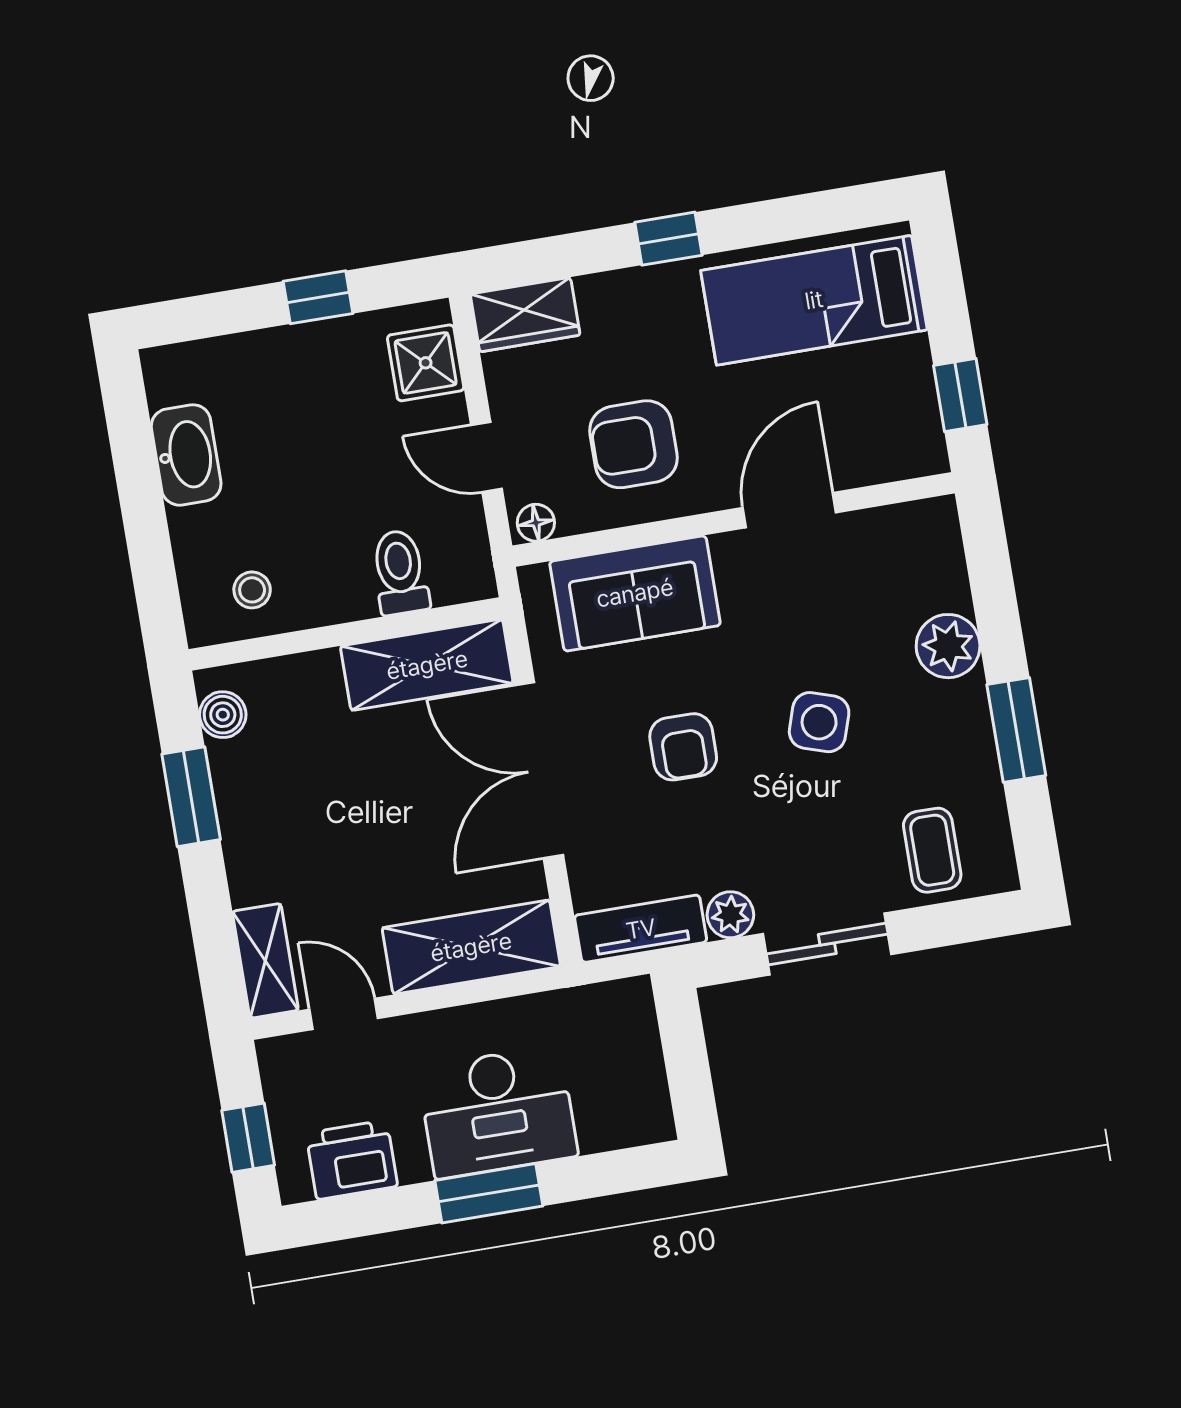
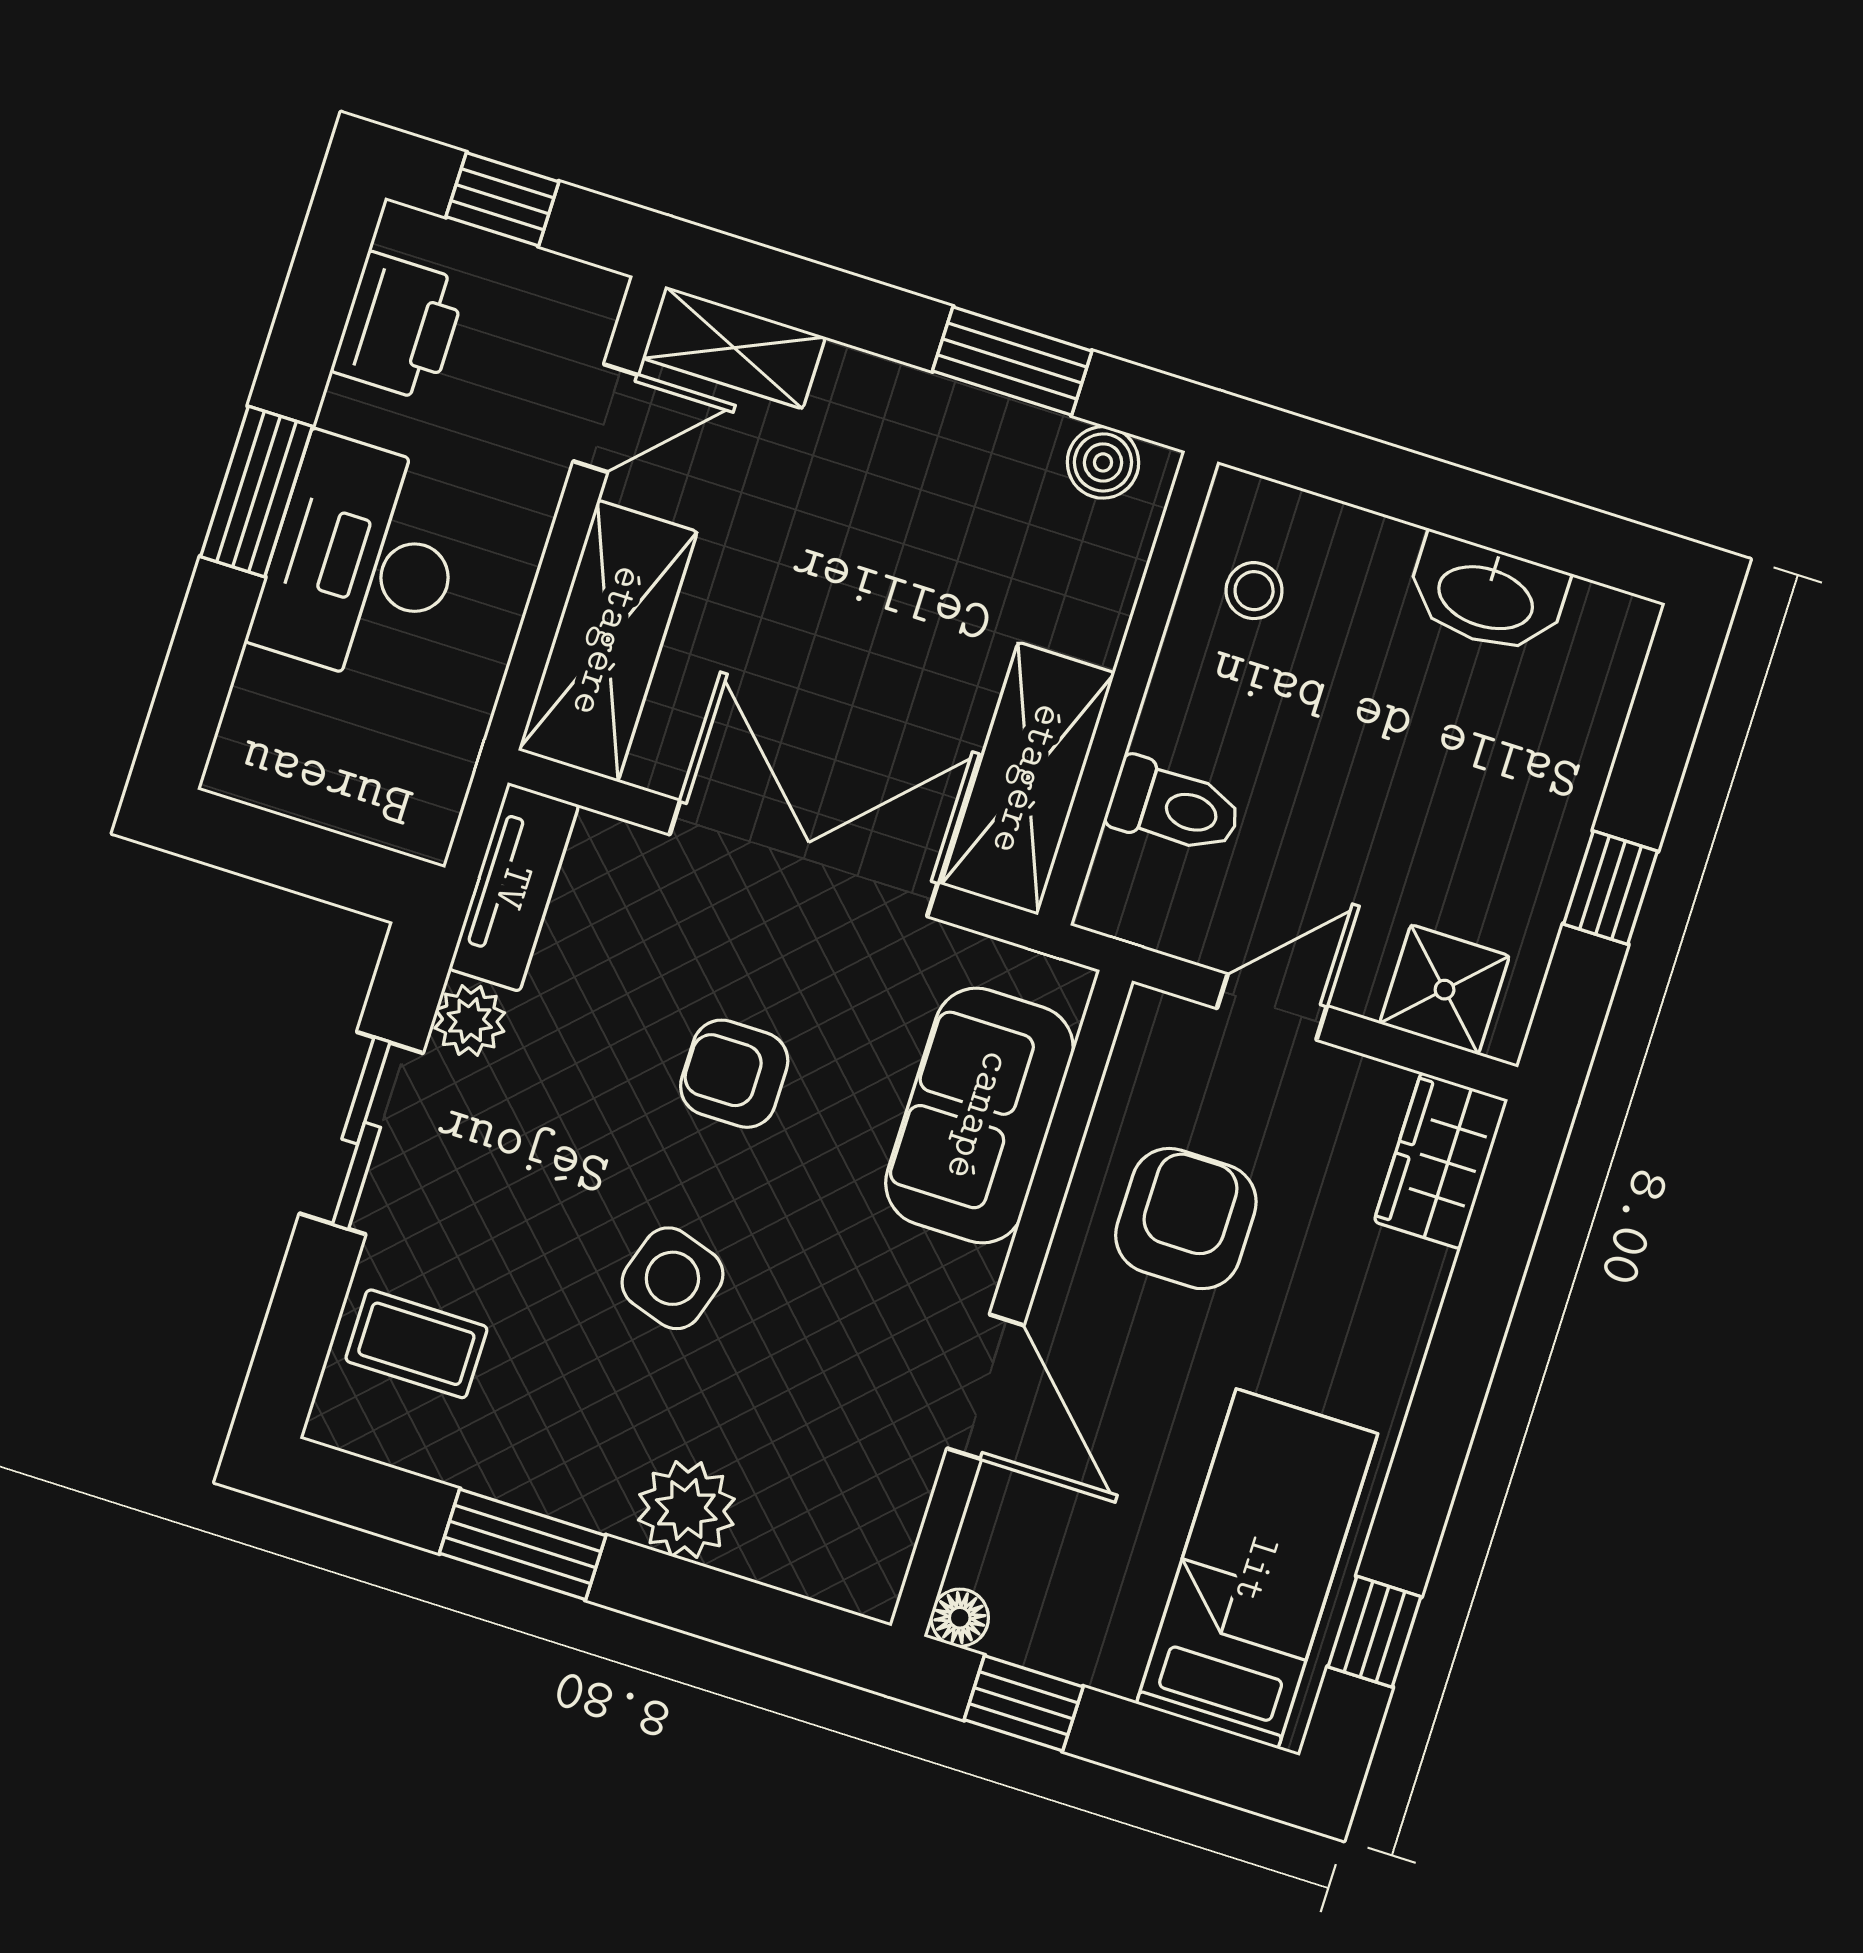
window: (668, 239) -> (1374, 1632), moved
floor lamp: (536, 523) -> (960, 1618), moved

